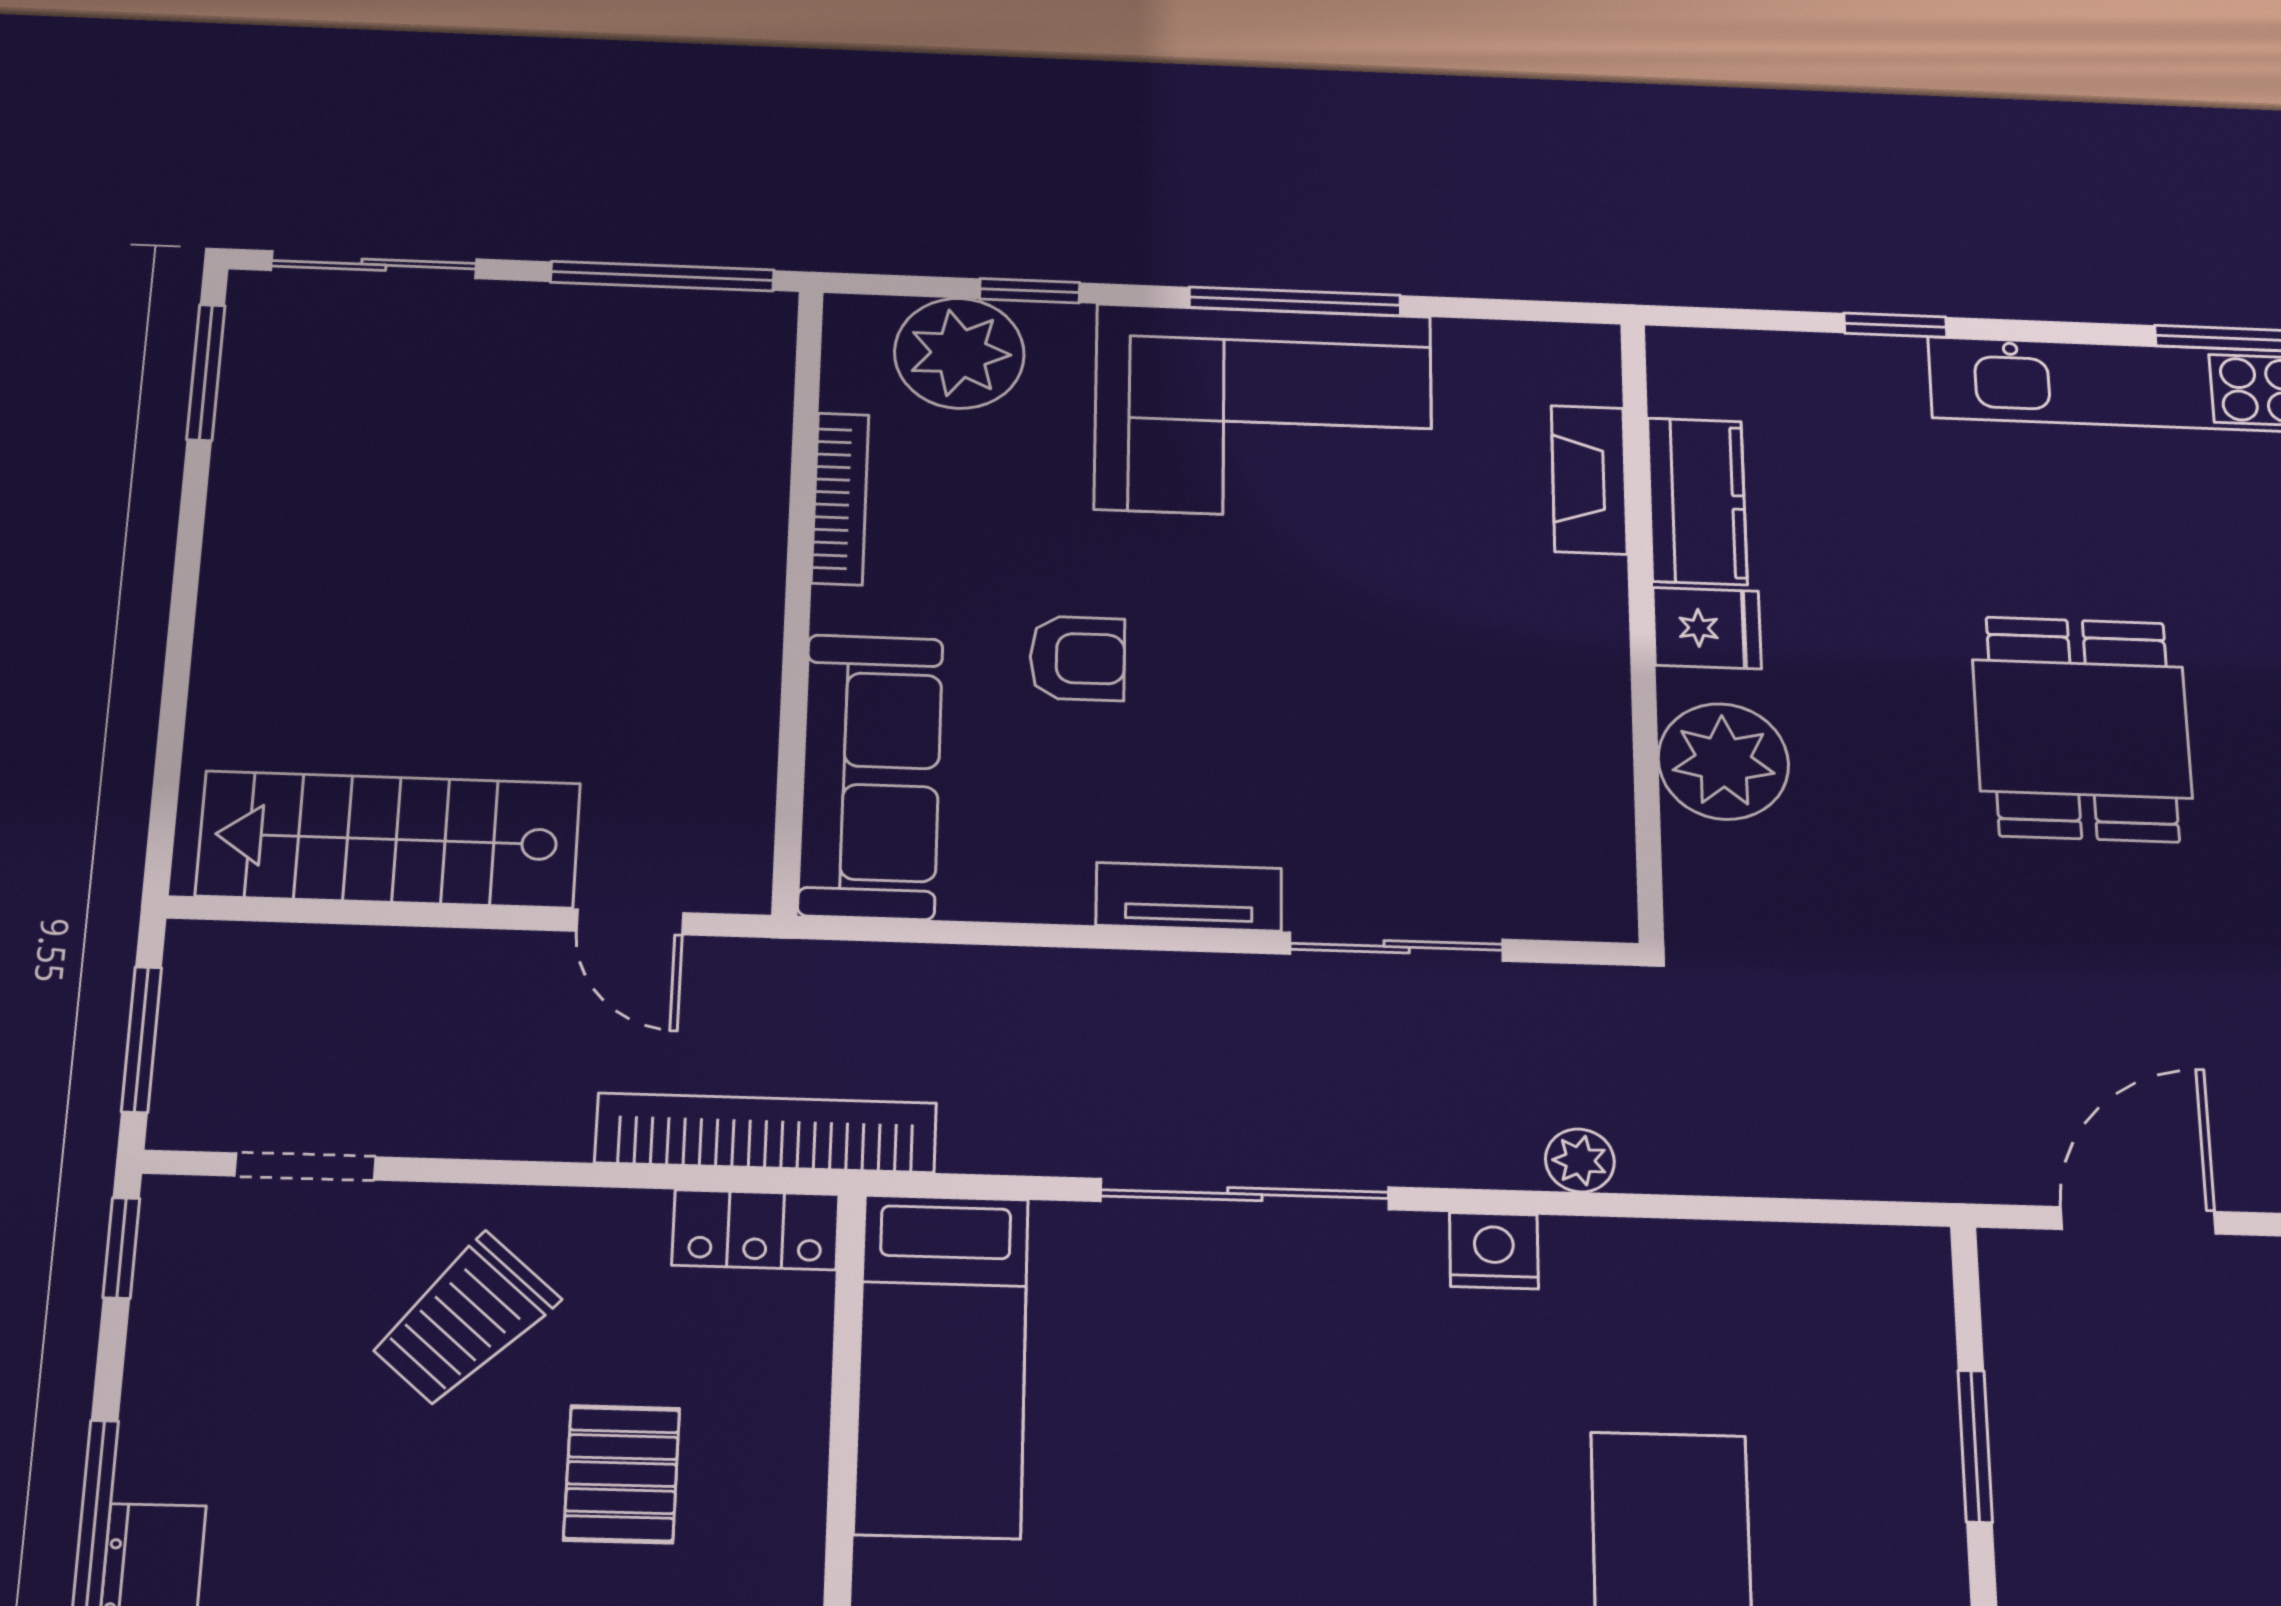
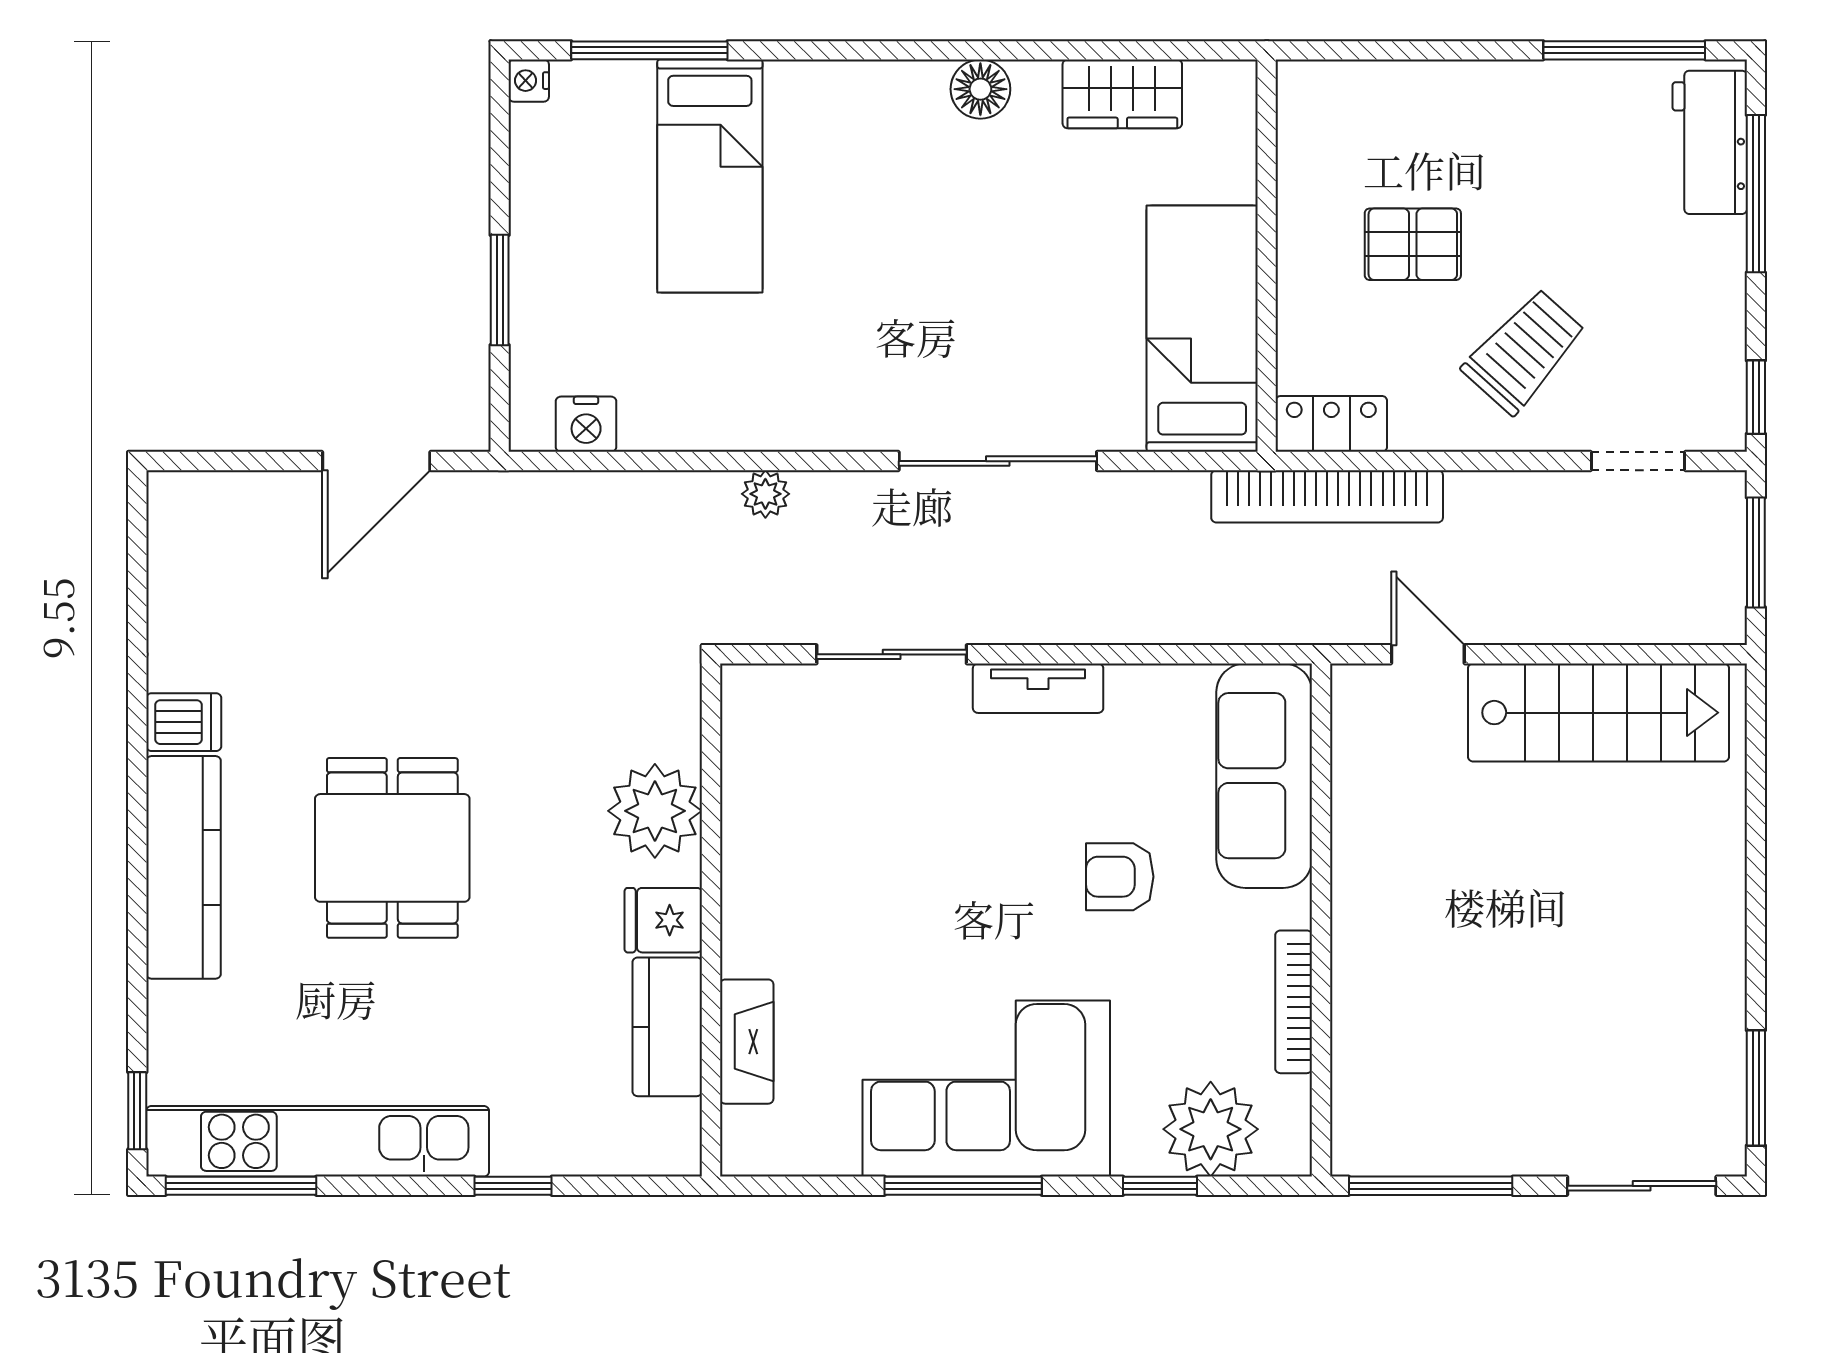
nightstand: (1494, 1251) -> (586, 424), moved
pallet: (622, 1474) -> (1413, 244), turned 90

